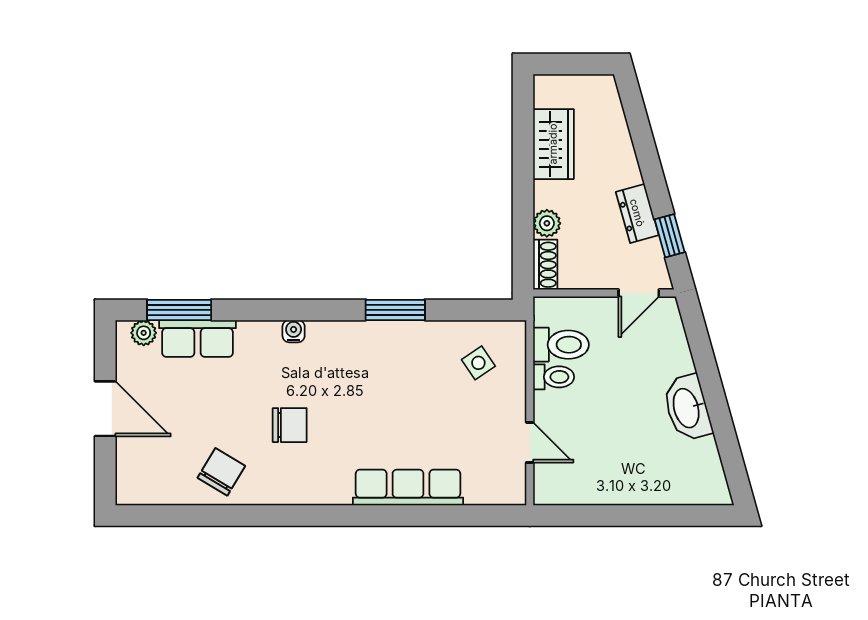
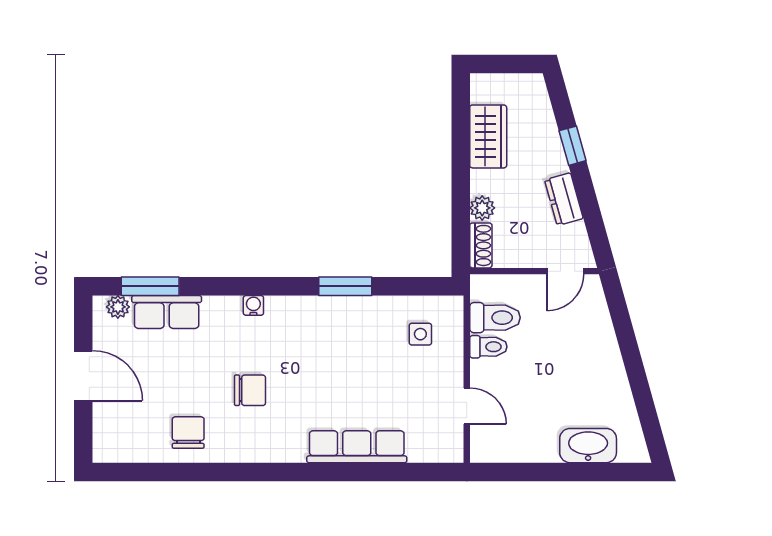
window: (670, 236) -> (573, 146), moved
side table: (478, 363) -> (420, 334), turned 34
washbasin: (687, 408) -> (588, 446), moved, turned 106
chair: (221, 472) -> (188, 433), turned -31

